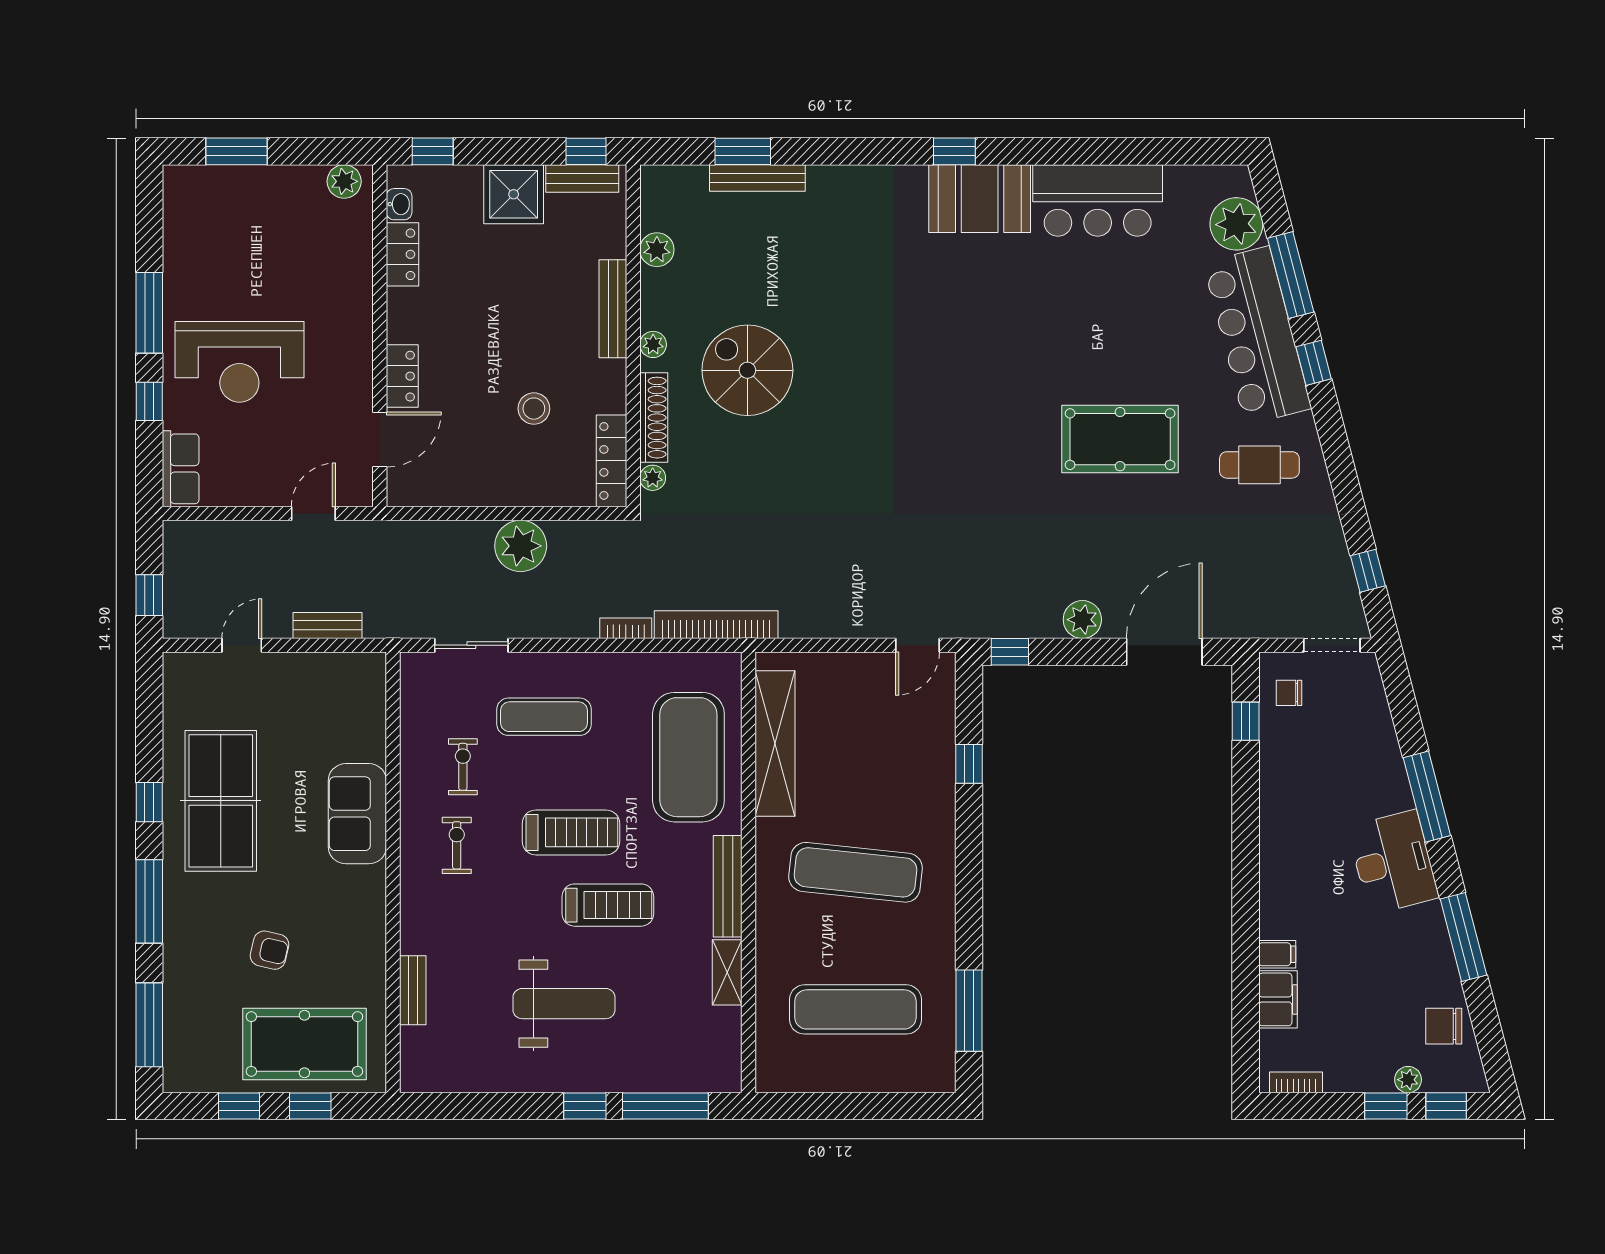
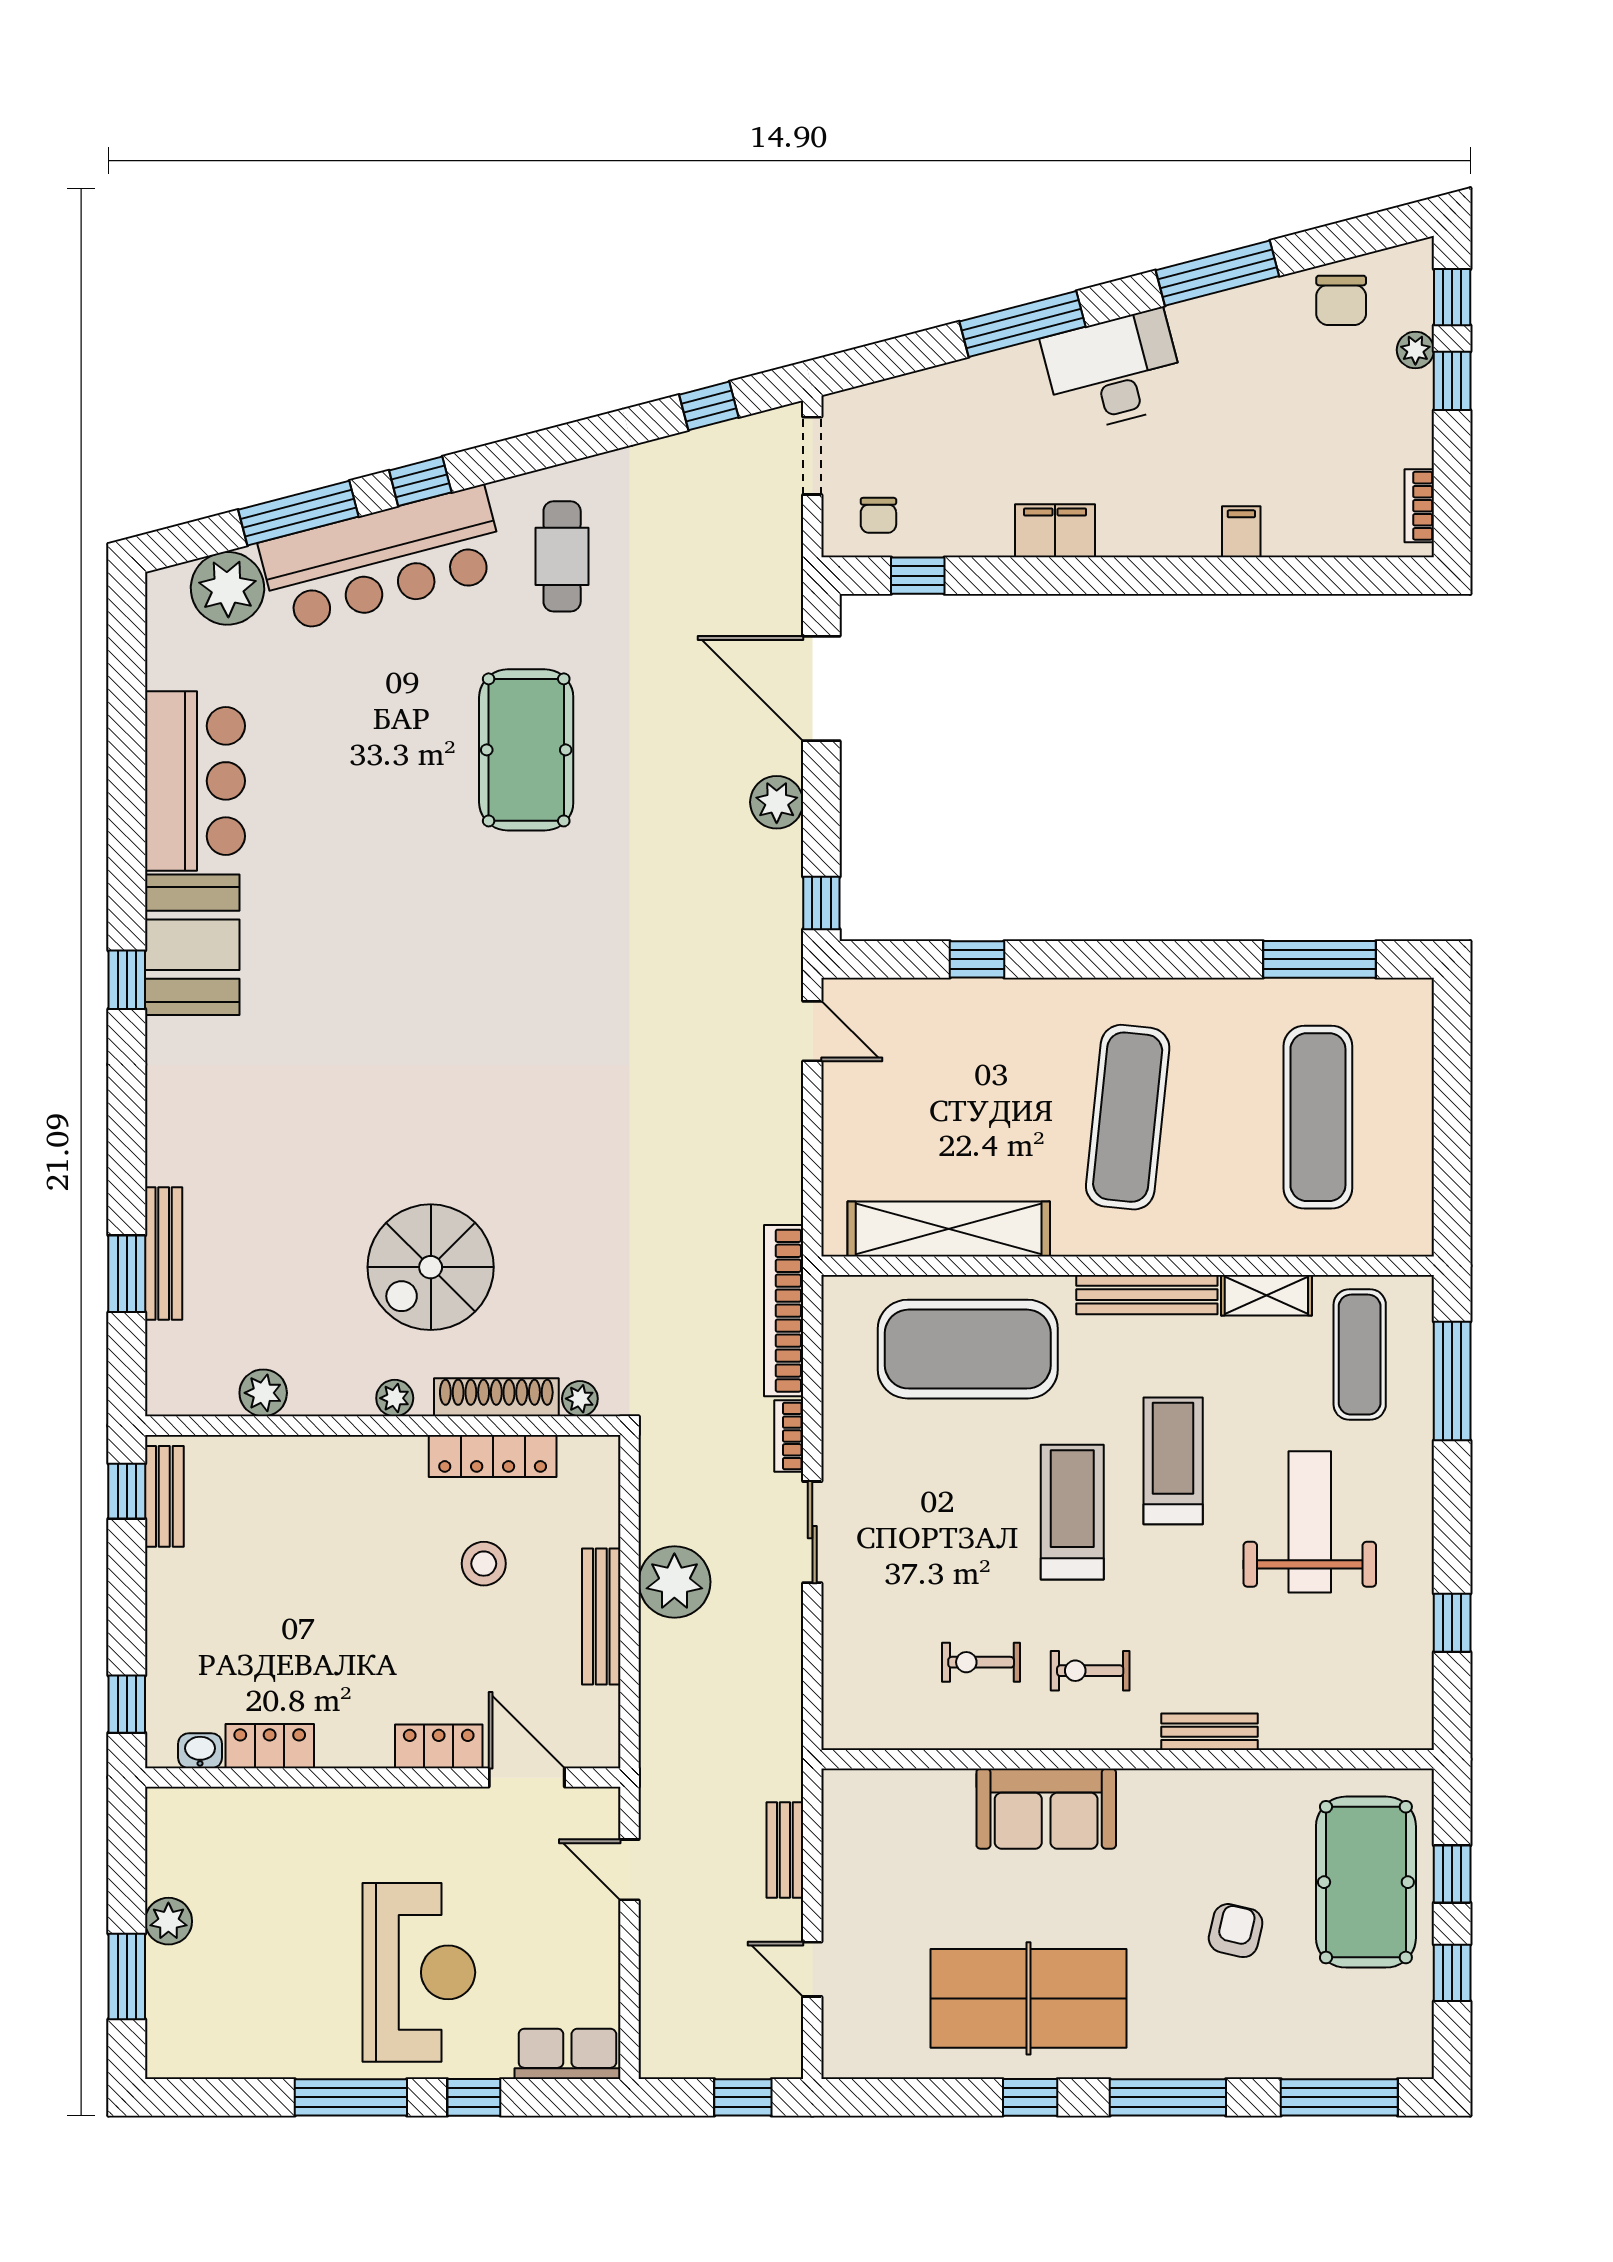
plant: (344, 181) -> (168, 1921), moved
shower: (514, 194) -> (186, 1592), removed
bench: (613, 309) -> (601, 1617), moved, turned 90
locker: (611, 461) -> (493, 1456), moved
sliding door: (471, 645) -> (812, 1532), moved
exercise mat: (544, 717) -> (1360, 1355), moved
bench: (413, 990) -> (1210, 1732), moved
filing cabinet: (1278, 999) -> (1055, 531), moved
window: (585, 1106) -> (1452, 1623), moved

